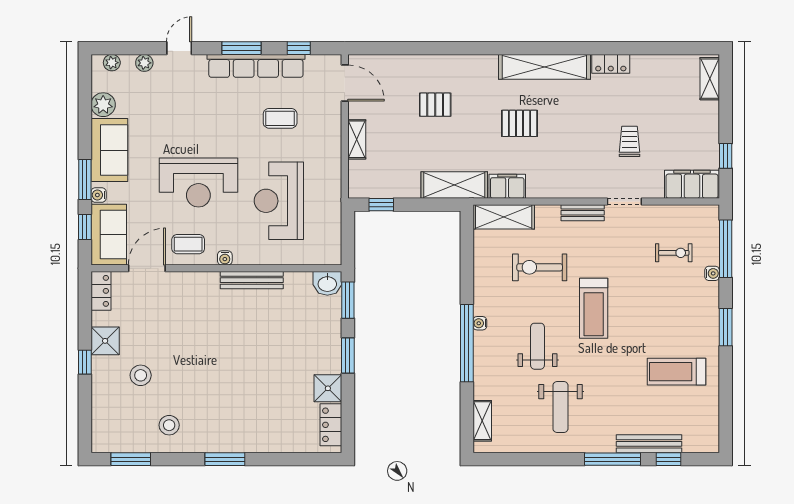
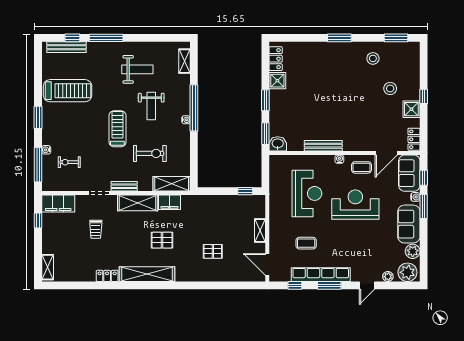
plant: (112, 63) -> (407, 272), width x1.88, depth x1.88
shelving: (454, 185) -> (138, 203), moved
treadmill: (677, 372) -> (68, 91), width x1.37, depth x1.38
weight bench: (560, 407) -> (137, 69), turned 90
bench: (649, 444) -> (66, 47), moved

